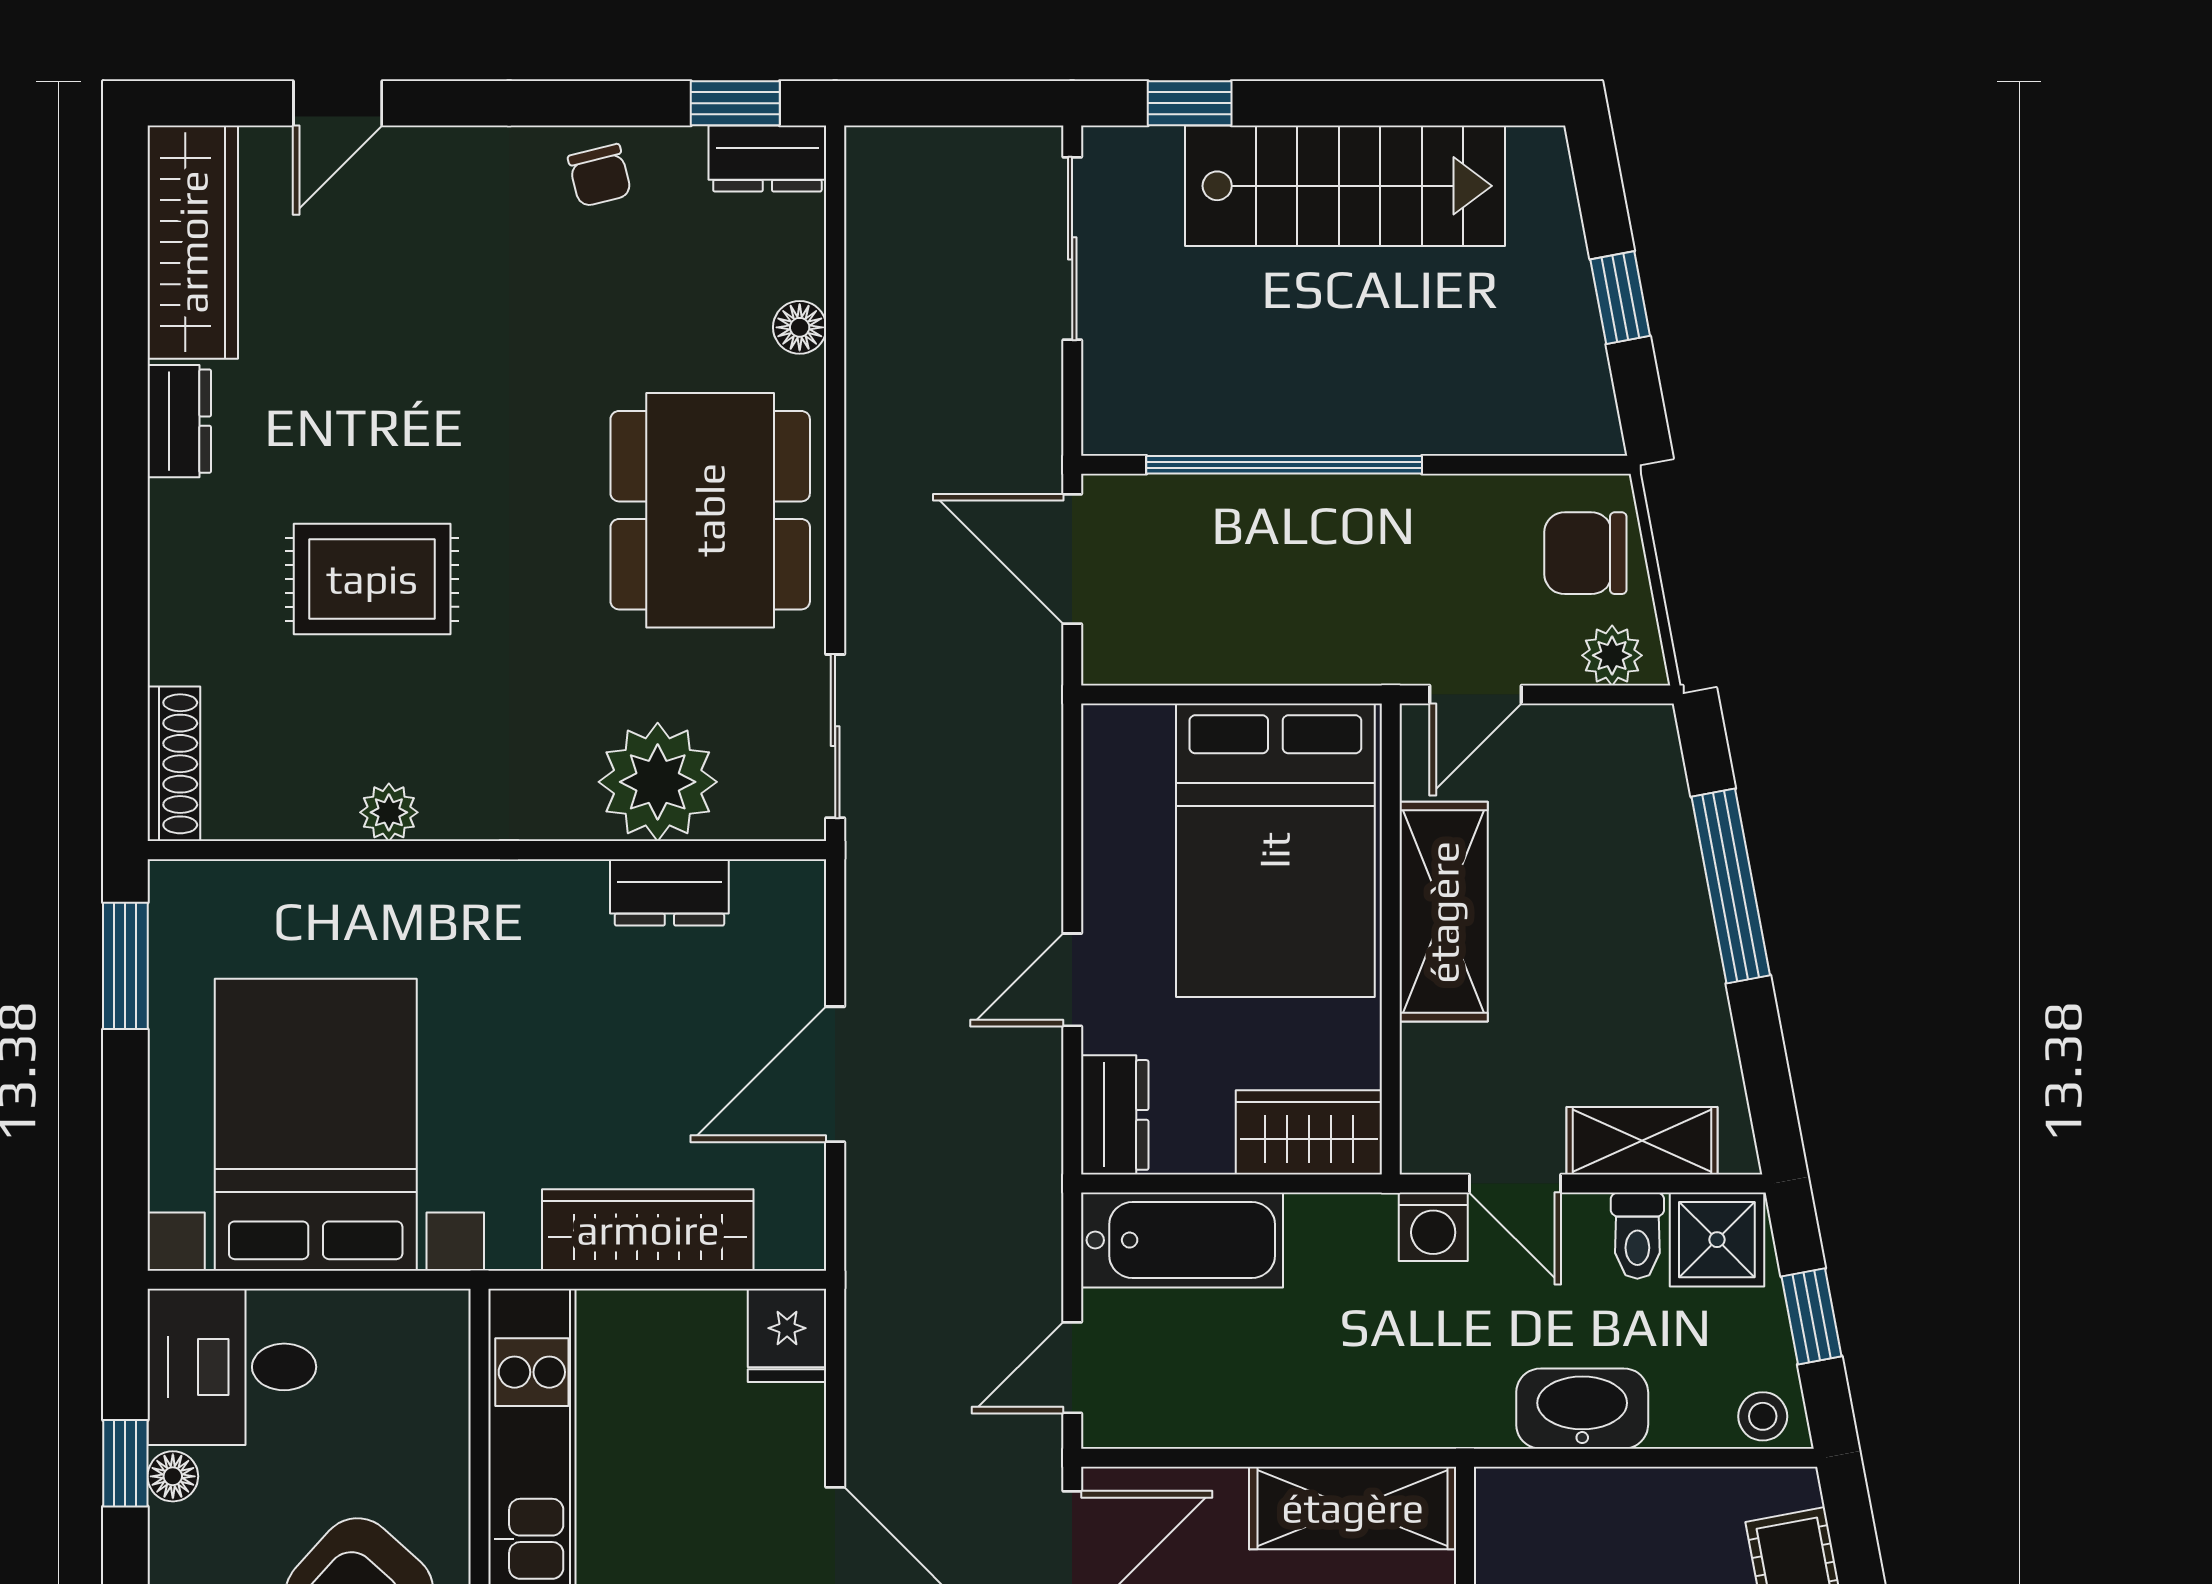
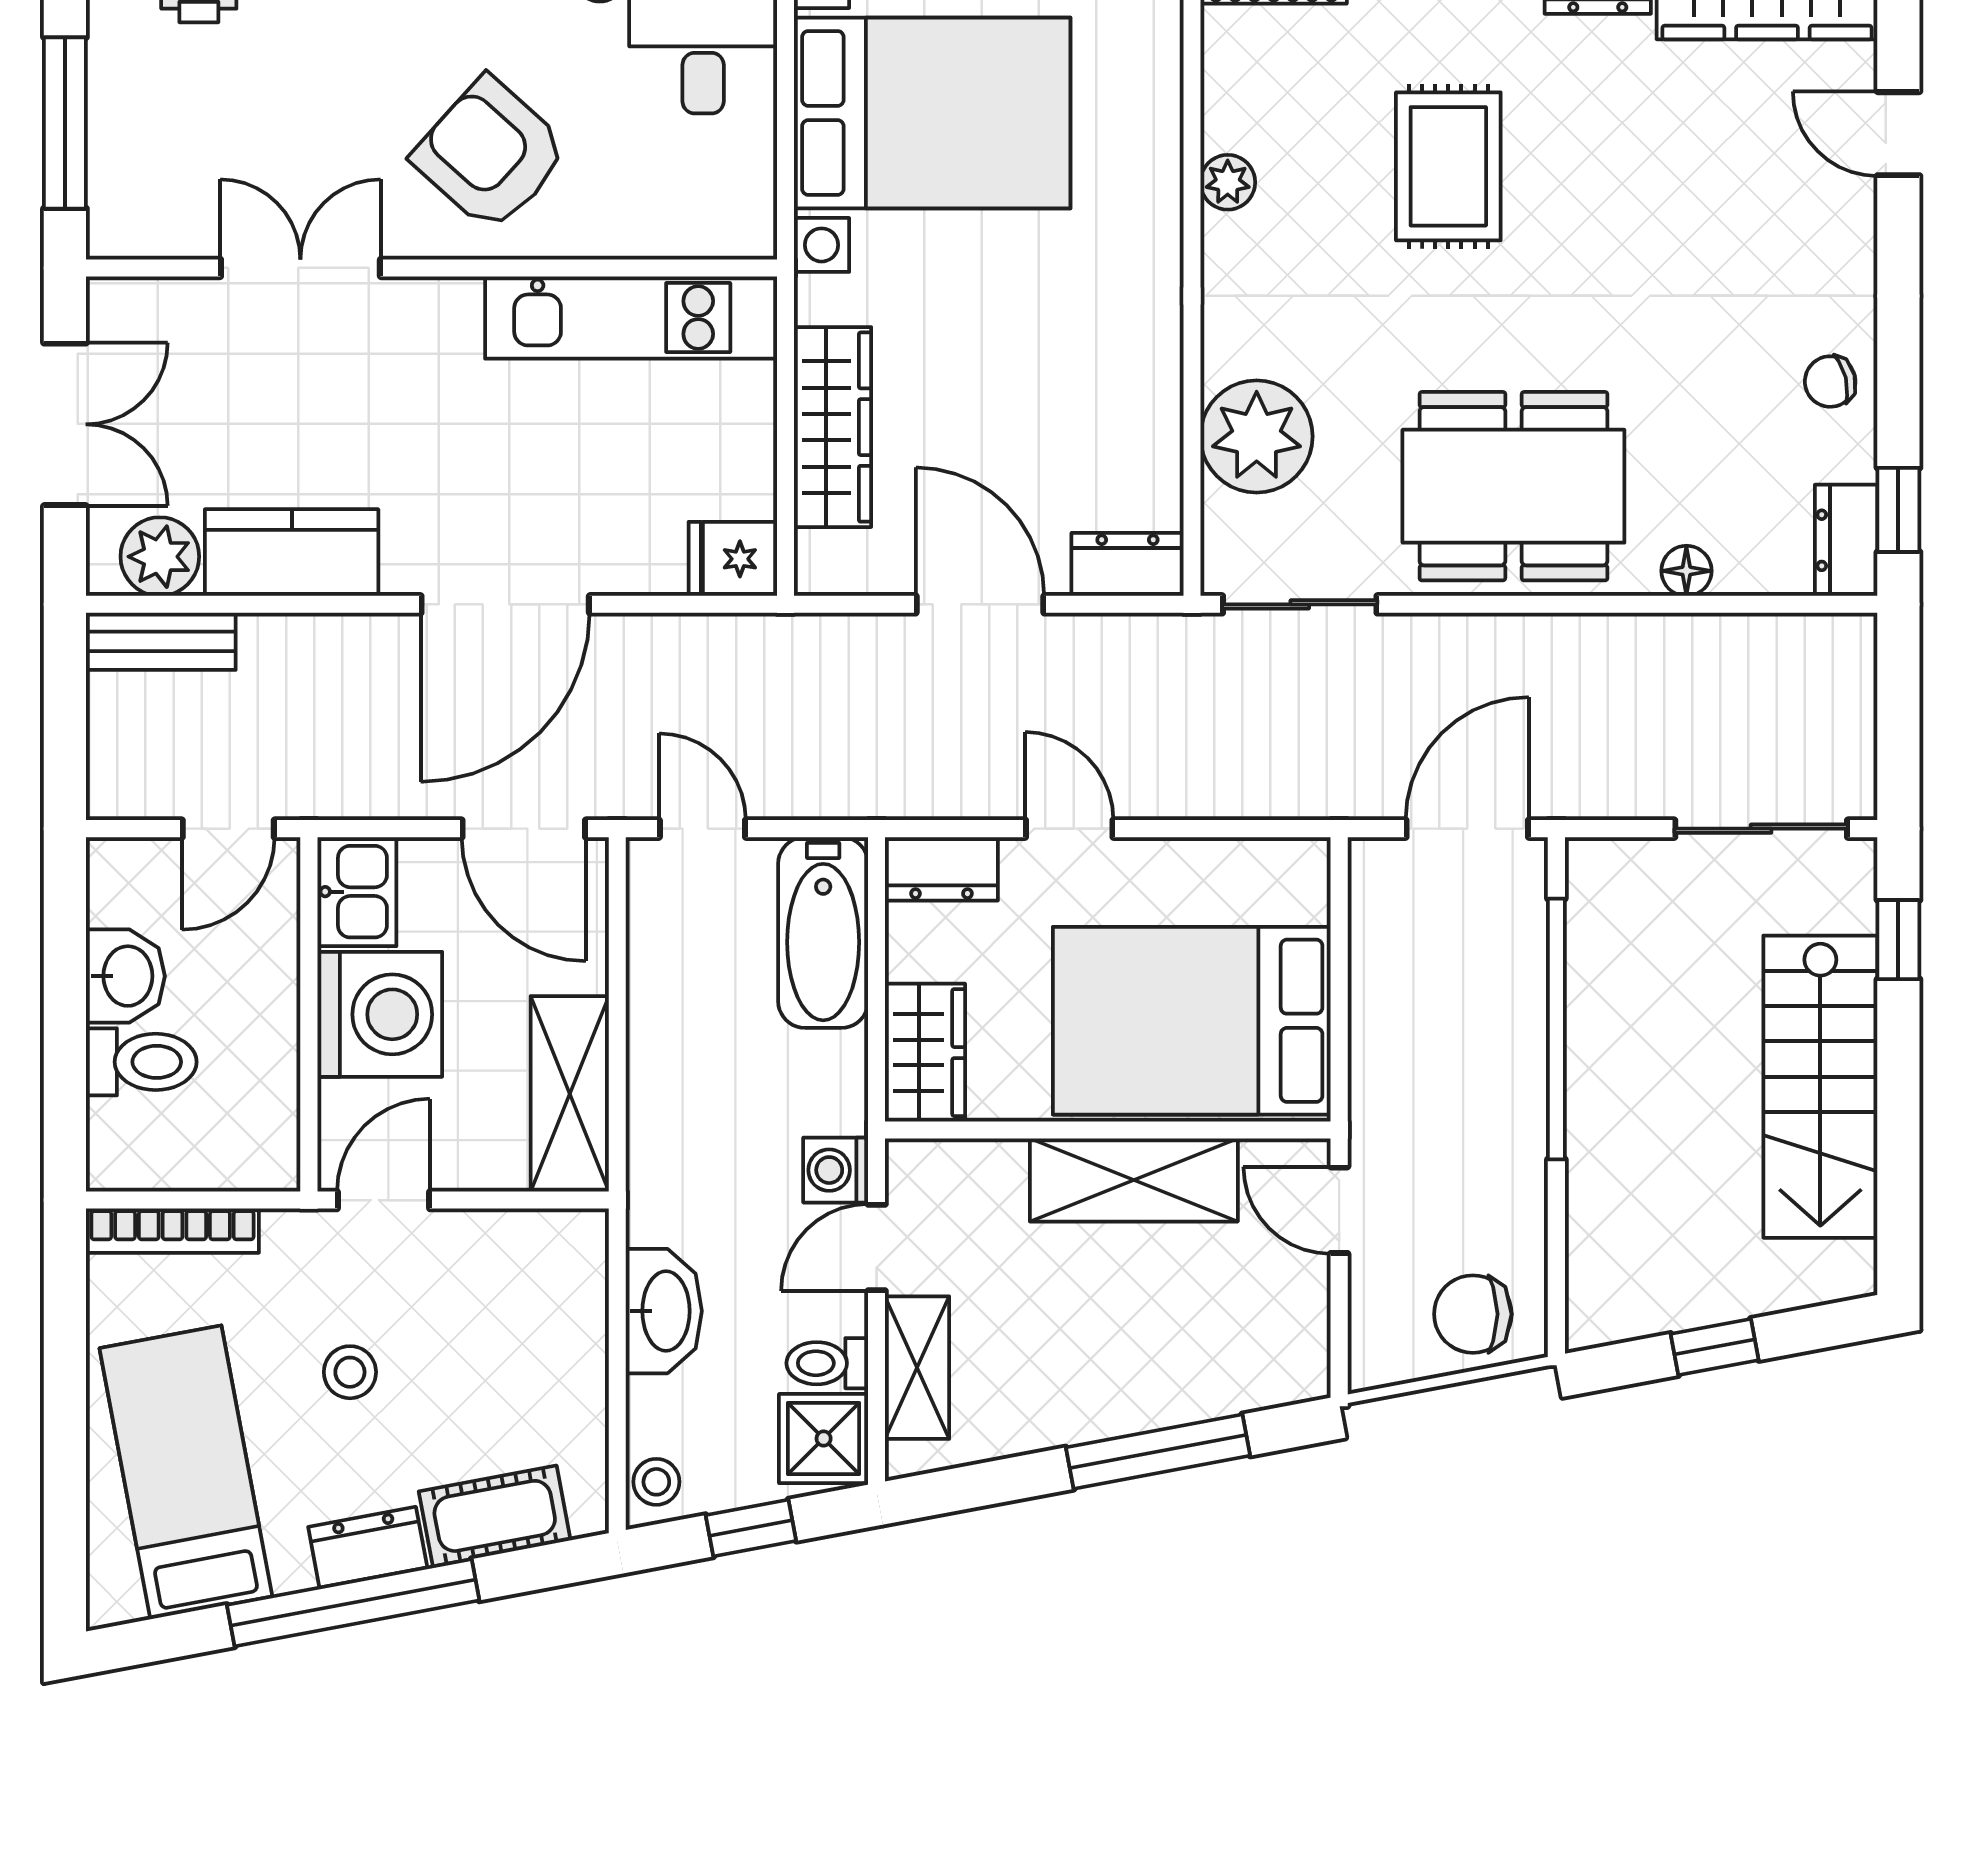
chair: (1585, 553) -> (1473, 1314), turned -90
plant: (1612, 655) -> (1376, 1339), removed
dresser: (669, 892) -> (1127, 564), moved, turned 90

